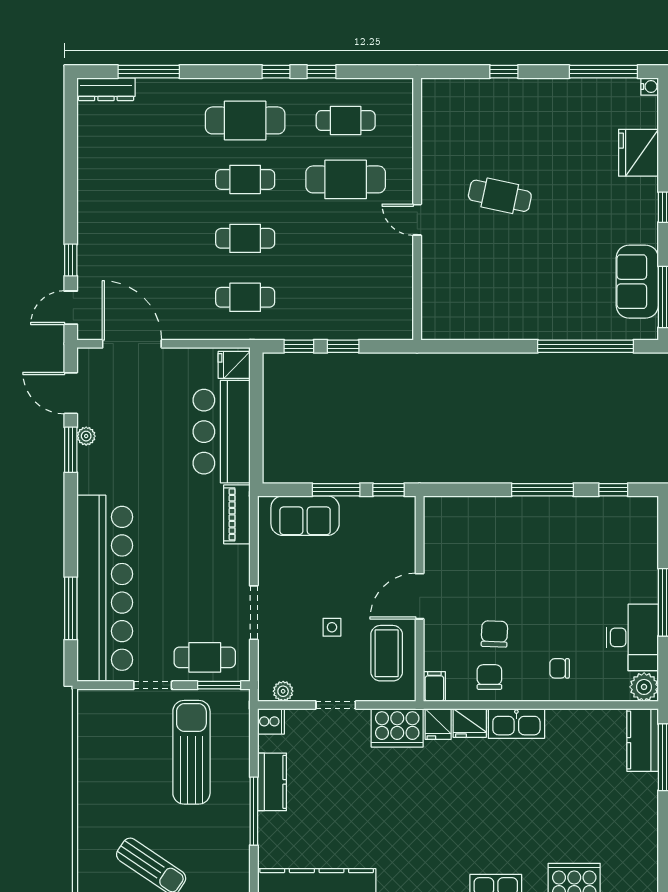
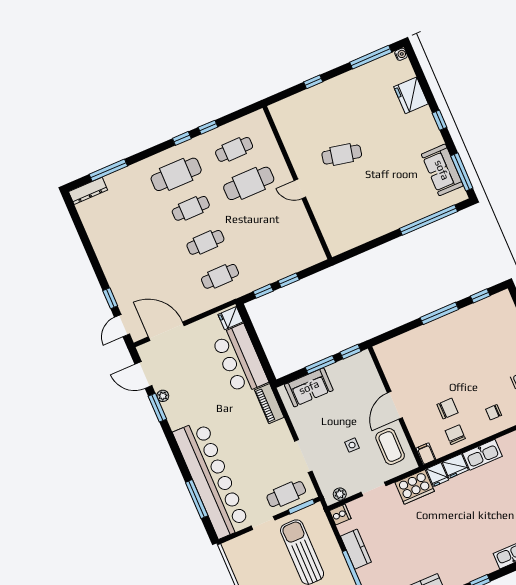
chair: (494, 634) -> (447, 409), turned 88

